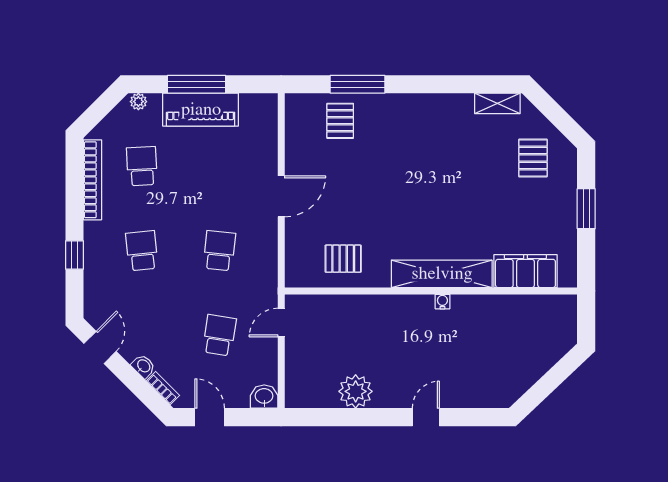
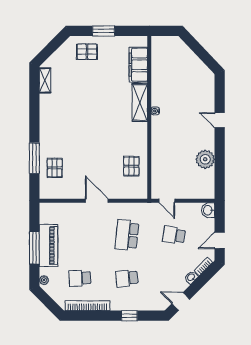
pallet: (340, 121) -> (55, 168), turned 90
pallet: (533, 158) -> (87, 52), moved
school desk: (219, 251) -> (127, 235), width x1.85
shelving: (442, 274) -> (140, 102), width x0.68

